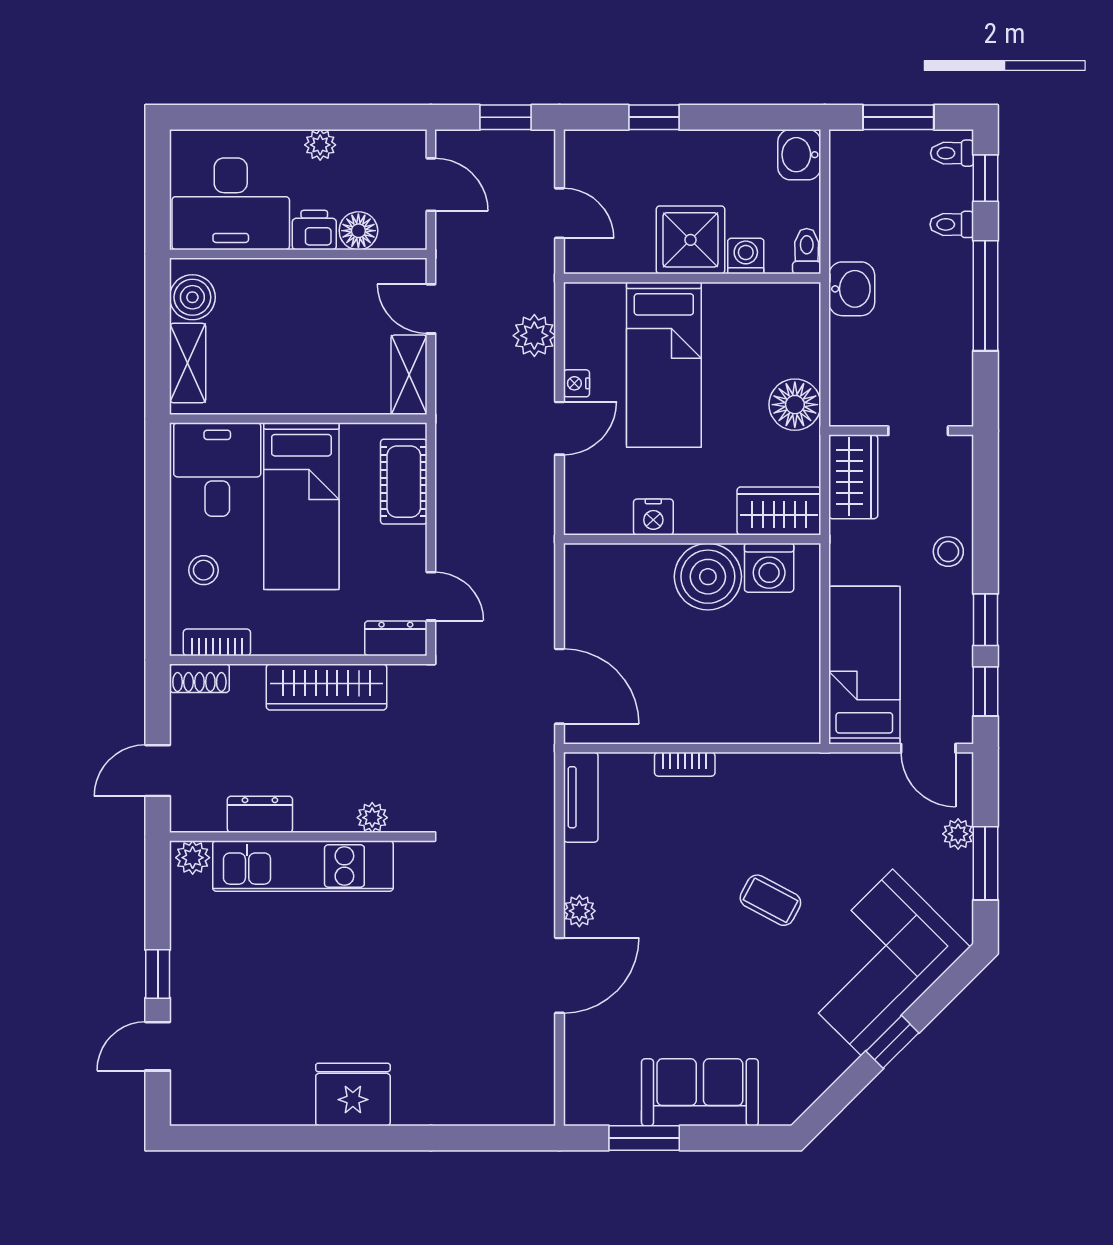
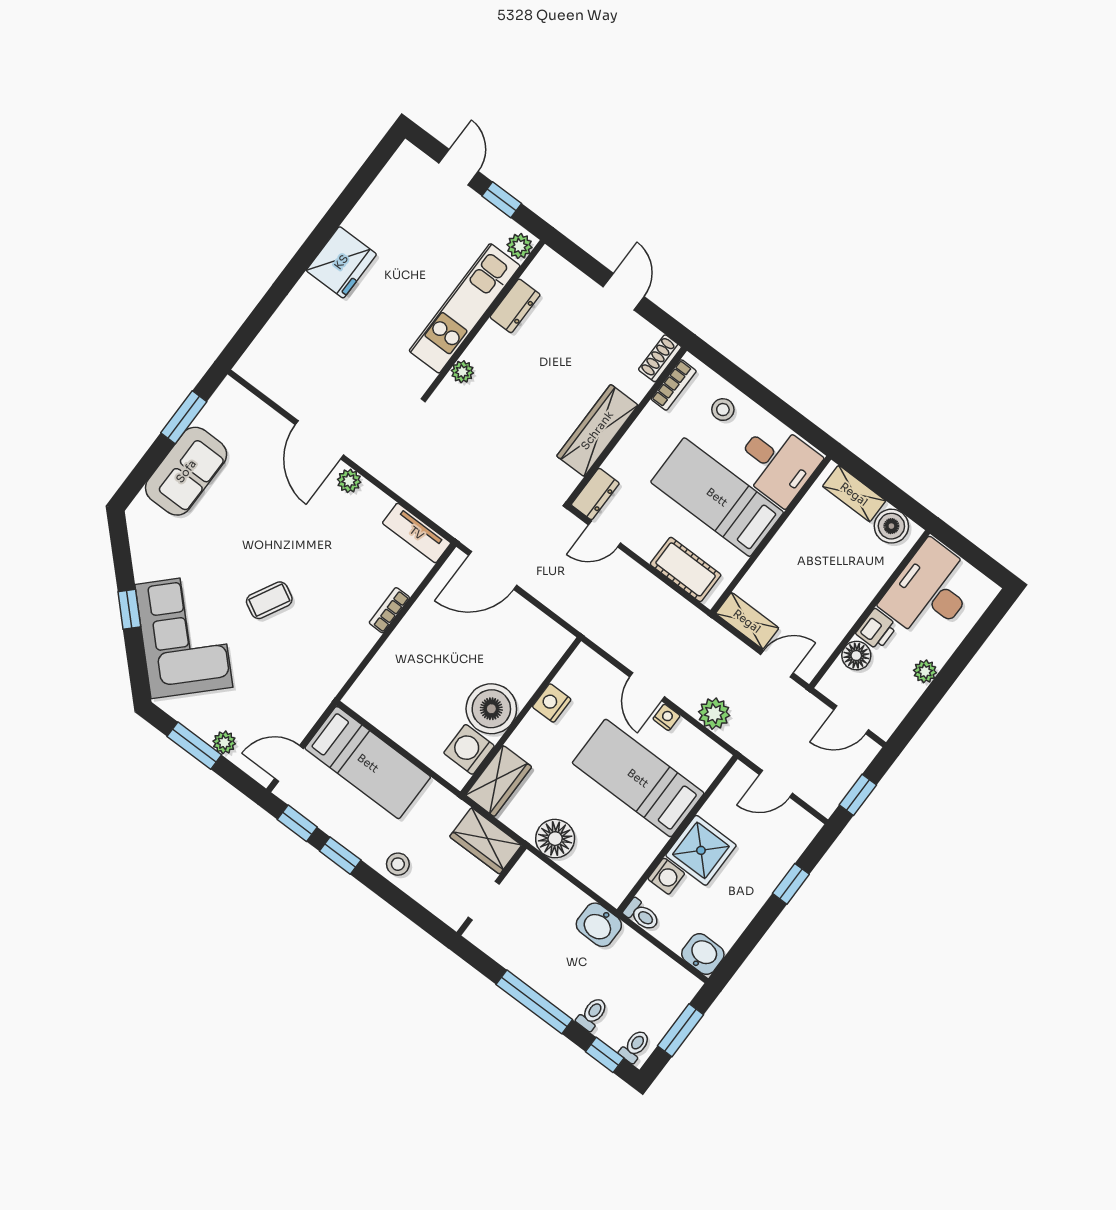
dresser: (260, 814) -> (515, 306), moved
plant: (372, 818) -> (462, 372), moved
wall: (298, 837) -> (484, 319), moved
plant: (193, 858) -> (520, 246), moved
kitchen unit: (303, 866) -> (465, 308), moved

